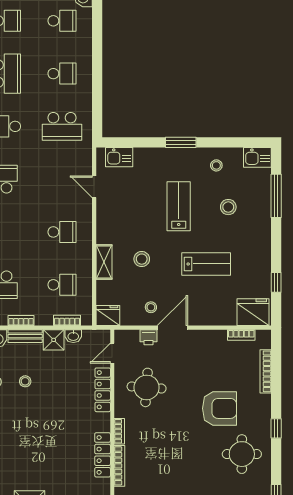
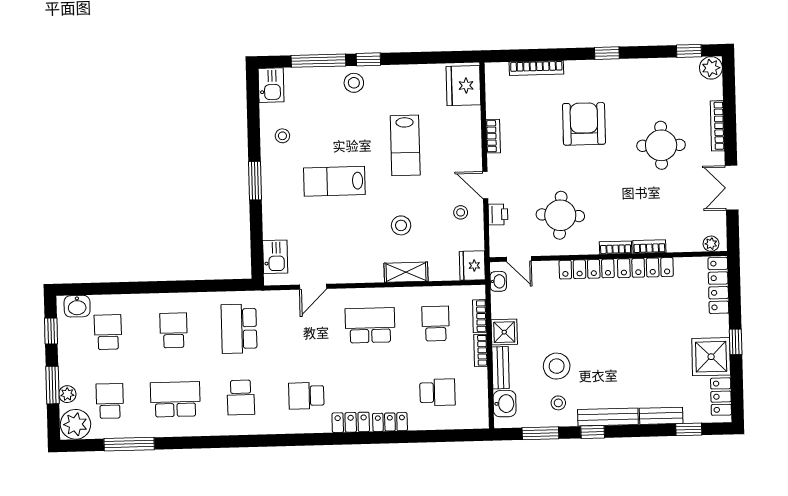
school desk: (62, 126) -> (239, 329), turned 180
stool: (228, 207) -> (354, 83), moved
school desk: (62, 232) -> (370, 325), width x1.85
lab bench: (206, 264) -> (405, 145), turned 180
window: (276, 282) -> (368, 59), moved
bookcase: (21, 320) -> (481, 350), moved
door: (172, 328) -> (485, 185), width x0.73
bookcase: (241, 335) -> (493, 136), moved
washbasin: (73, 336) -> (498, 281), moved
stool: (25, 381) -> (557, 366), width x1.89, depth x1.89
locker: (103, 390) -> (587, 269), moved
round table: (242, 454) -> (661, 145), moved
bookcase: (119, 466) -> (649, 247), width x0.64

